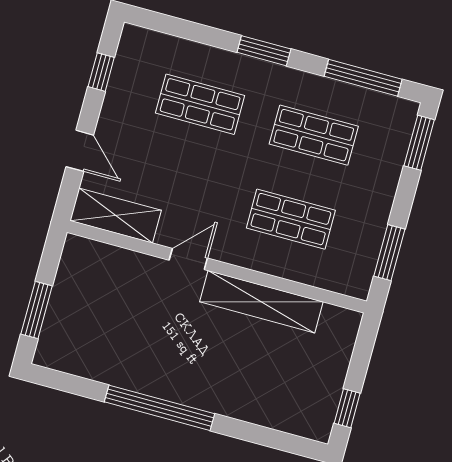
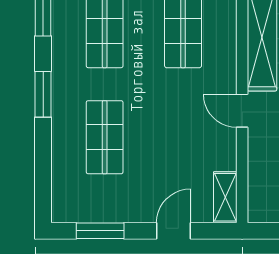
window: (101, 72) -> (100, 231), width x1.50
shelving: (116, 216) -> (225, 197), width x0.67, depth x0.75

